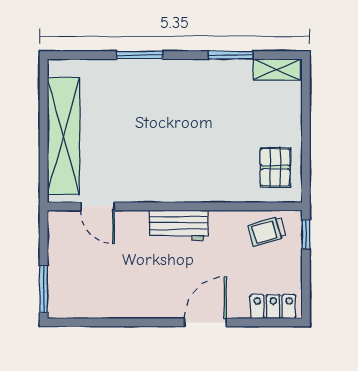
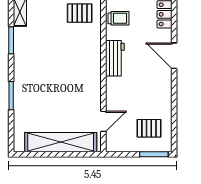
workbench: (179, 225) -> (115, 58), moved
trolley: (267, 231) -> (119, 18), turned -74
pallet: (86, 281) -> (149, 128), added

